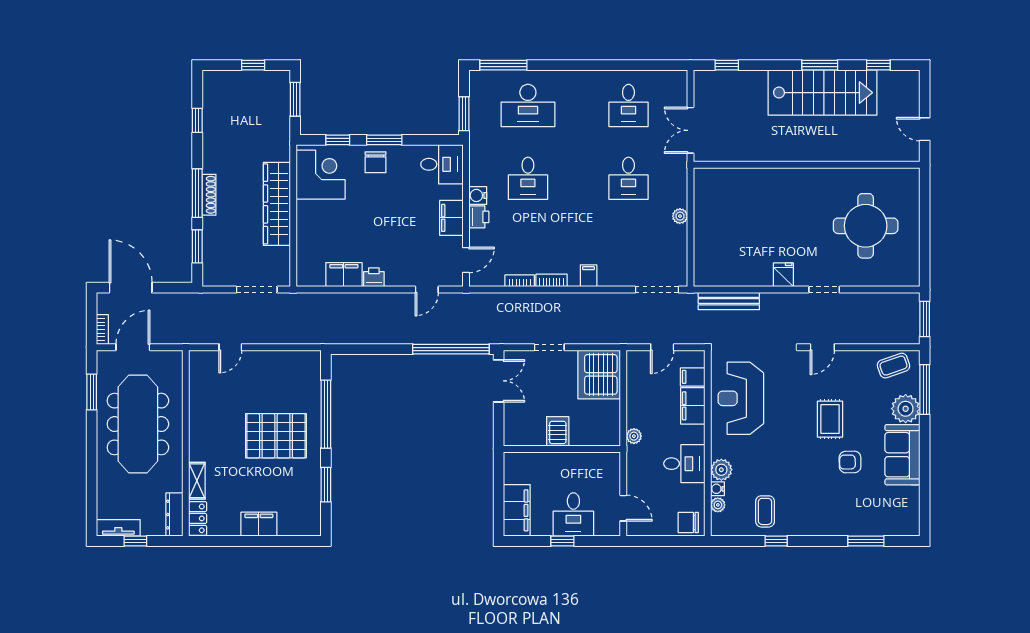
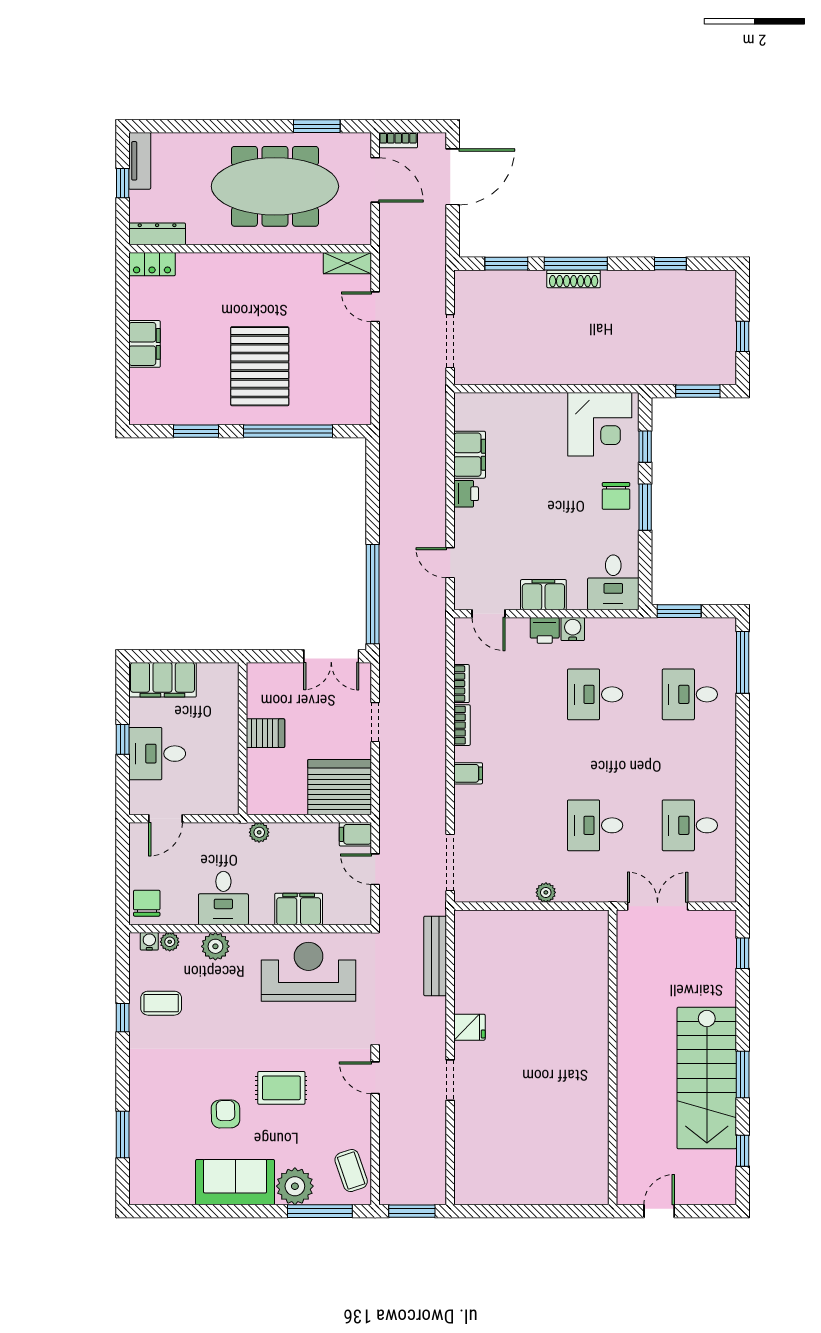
desk: (528, 105) -> (690, 694), width x0.73
chair: (376, 162) -> (616, 496), turned -90
wardrobe: (277, 204) -> (562, 367), removed
round table: (866, 226) -> (533, 1134), removed
filing cabinet: (693, 377) -> (355, 834), moved, turned -90
shelving: (197, 481) -> (347, 263), moved
water cooler: (717, 489) -> (149, 941), moved

